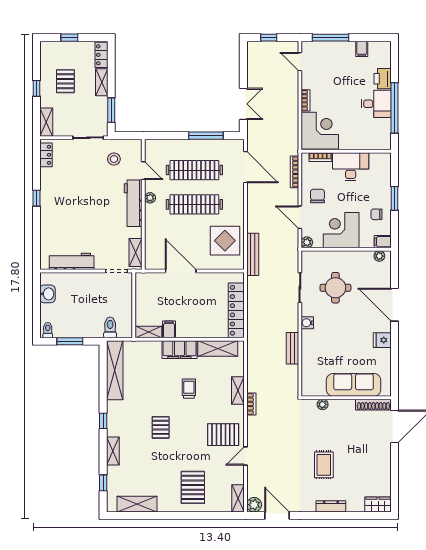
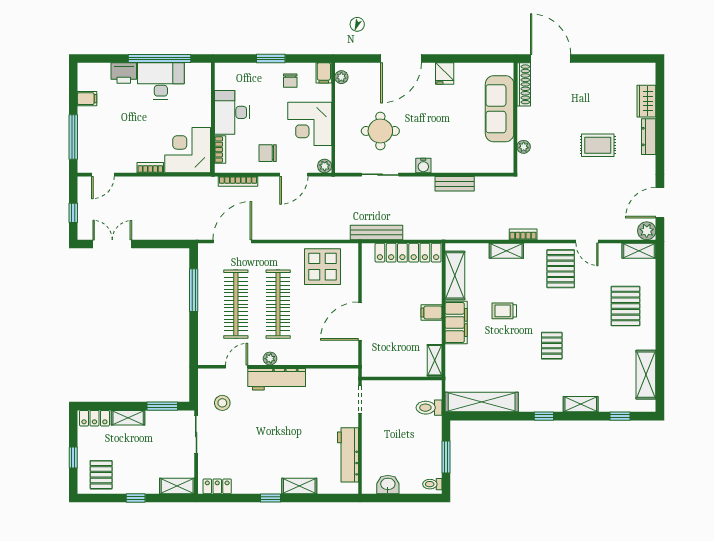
pallet: (65, 81) -> (101, 475), moved, turned 90
double door: (243, 104) -> (112, 244), moved
desk: (376, 104) -> (161, 81), width x1.37
shelving: (136, 253) -> (299, 486), moved
bench: (253, 254) -> (377, 232), moved
filing cabinet: (169, 329) -> (431, 312), moved
pallet: (161, 427) -> (552, 346), turned 90
pallet: (193, 487) -> (625, 306), turned 90
wardrobe: (378, 504) -> (646, 101), moved

